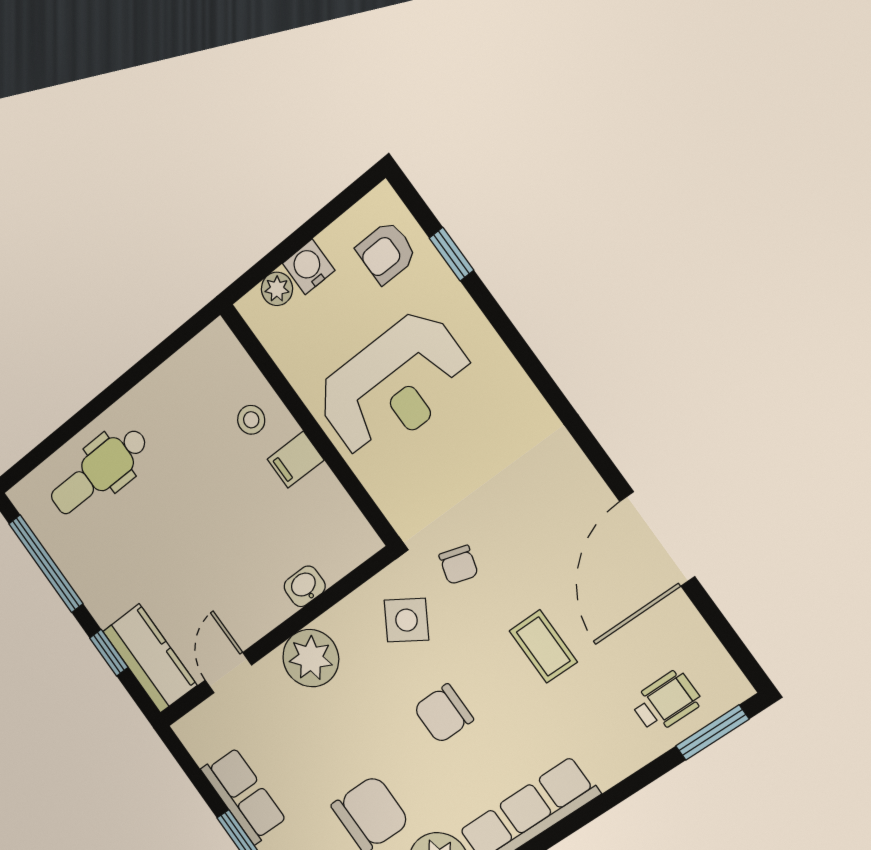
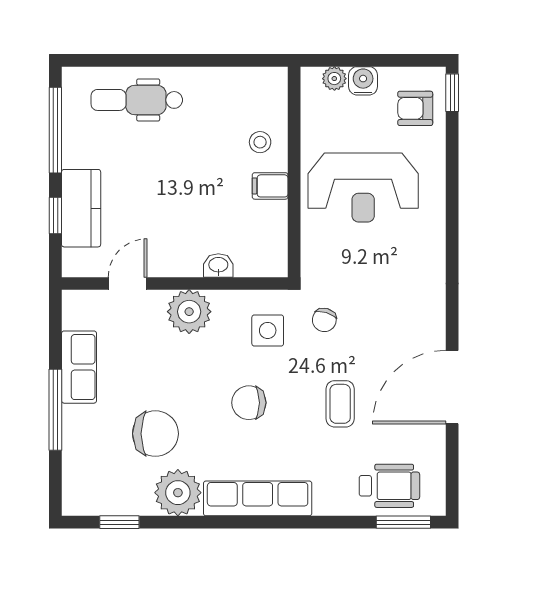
window: (452, 254) -> (452, 93), moved
side table: (406, 620) -> (268, 330), turned -32
kitchen counter: (150, 658) -> (81, 208), moved
wheelchair: (666, 702) -> (389, 486), width x1.36, depth x1.37

